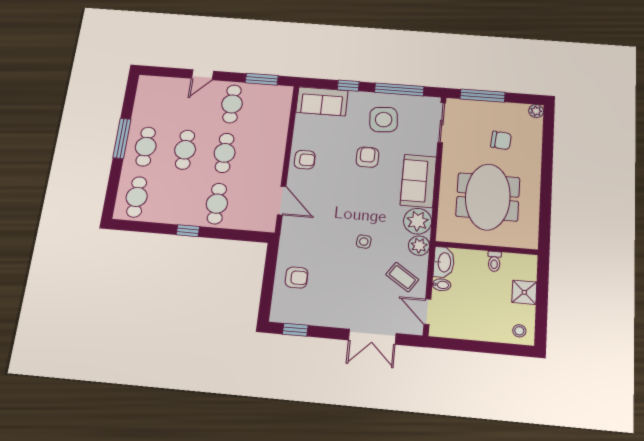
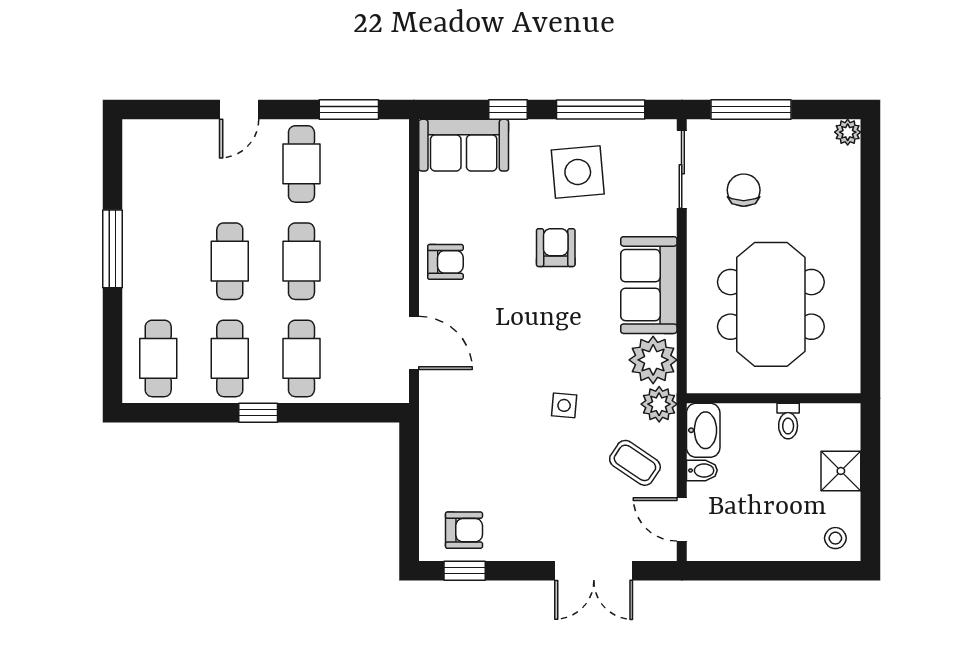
chair: (501, 140) -> (744, 190), moved, turned -95
cafe table: (146, 147) -> (230, 358), moved
armchair: (297, 278) -> (464, 530), moved

